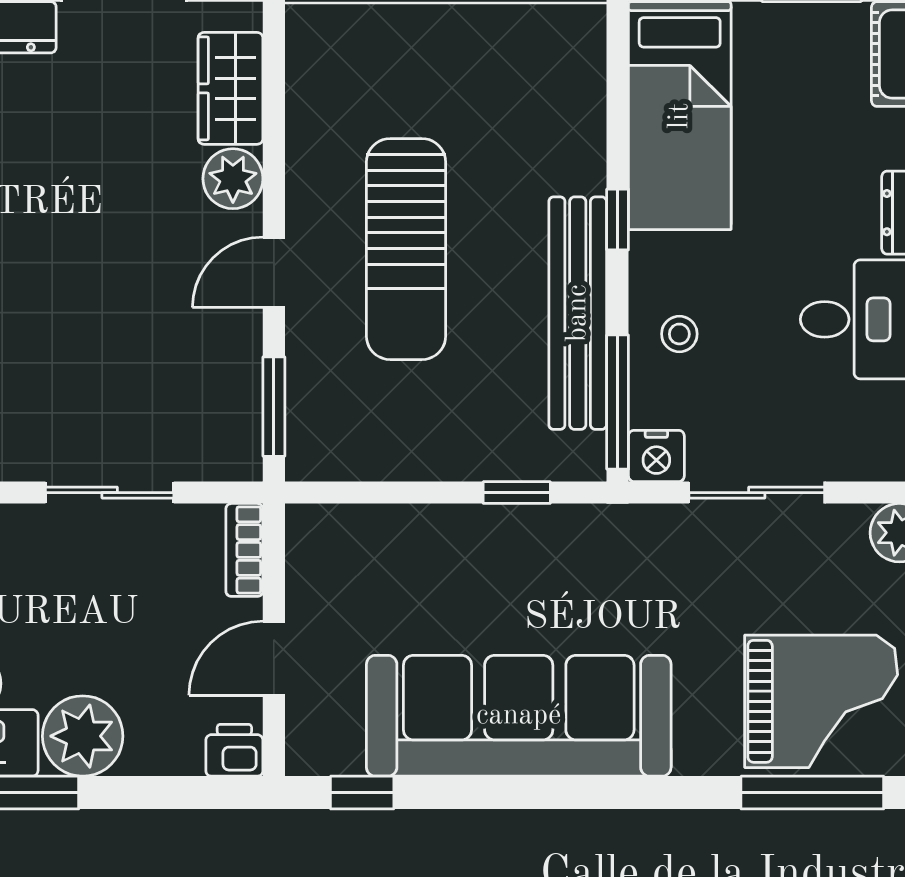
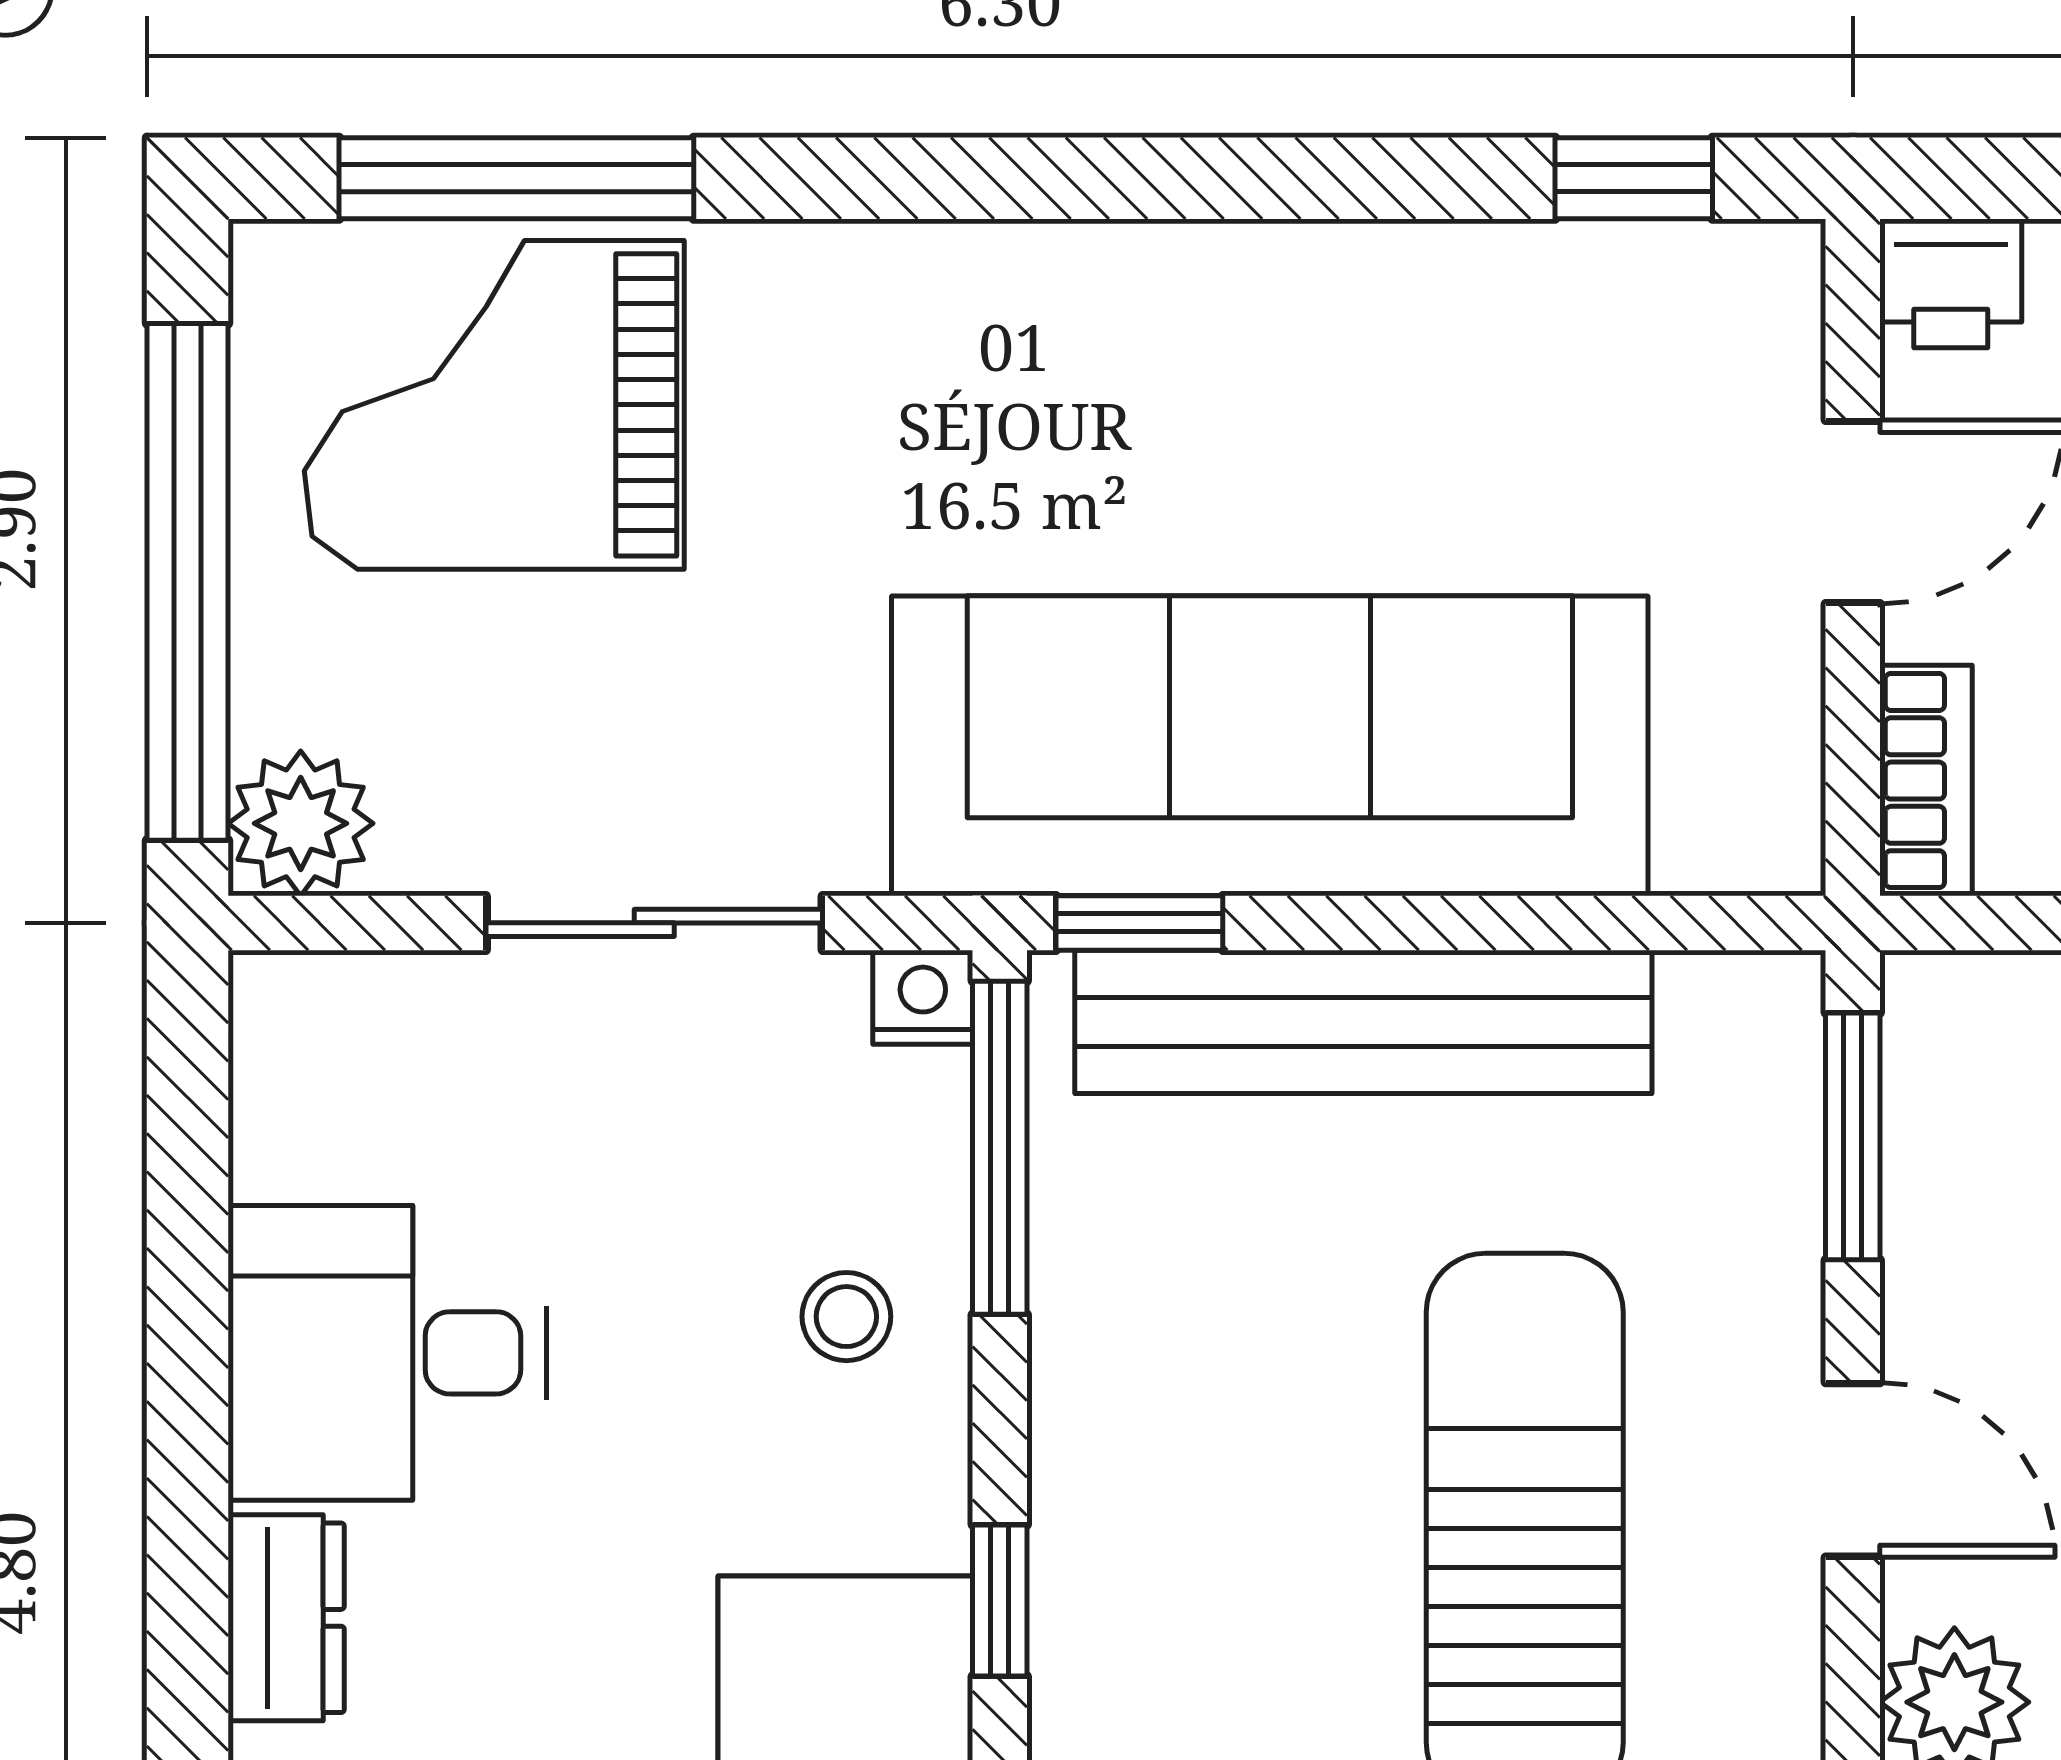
door: (274, 272) -> (1853, 1470), hinge flipped
bench: (578, 313) -> (1363, 1022), moved, turned 90
nightstand: (656, 456) -> (923, 997), width x0.72, depth x0.74
window: (517, 493) -> (1139, 923), moved
sofa: (519, 716) -> (1270, 746), moved, turned 180

